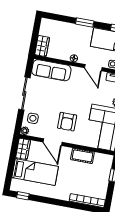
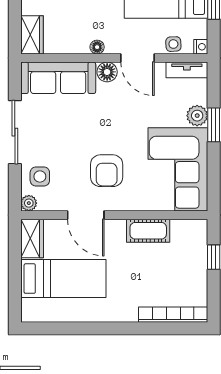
floor lamp: (77, 72) -> (107, 72), added
window: (23, 196) -> (48, 328), removed

